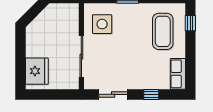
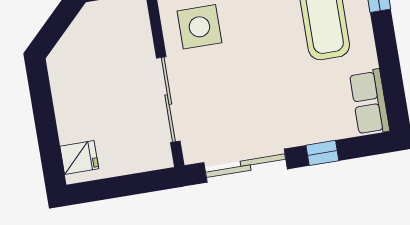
fridge: (37, 71) -> (79, 157), width x0.53, depth x0.75
sliding door: (113, 94) -> (246, 166), width x1.37

